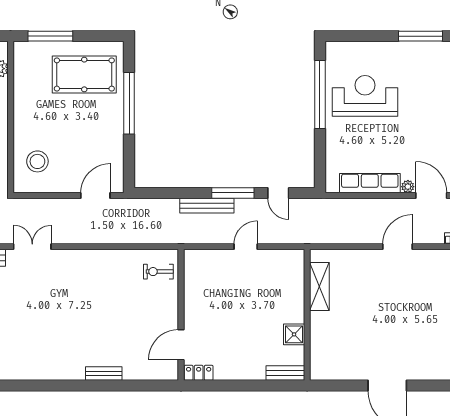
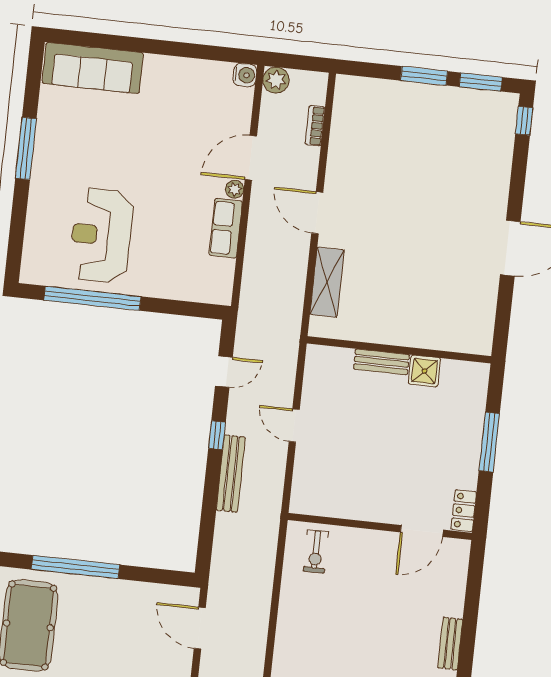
row of seats: (370, 183) -> (226, 228), width x0.68
window: (233, 193) -> (217, 435), width x0.46
shelving: (319, 286) -> (327, 282), moved, turned 90
door: (181, 345) -> (422, 531), hinge flipped
bench: (285, 373) -> (381, 362), moved, turned 90
window: (249, 386) -> (489, 442), added

